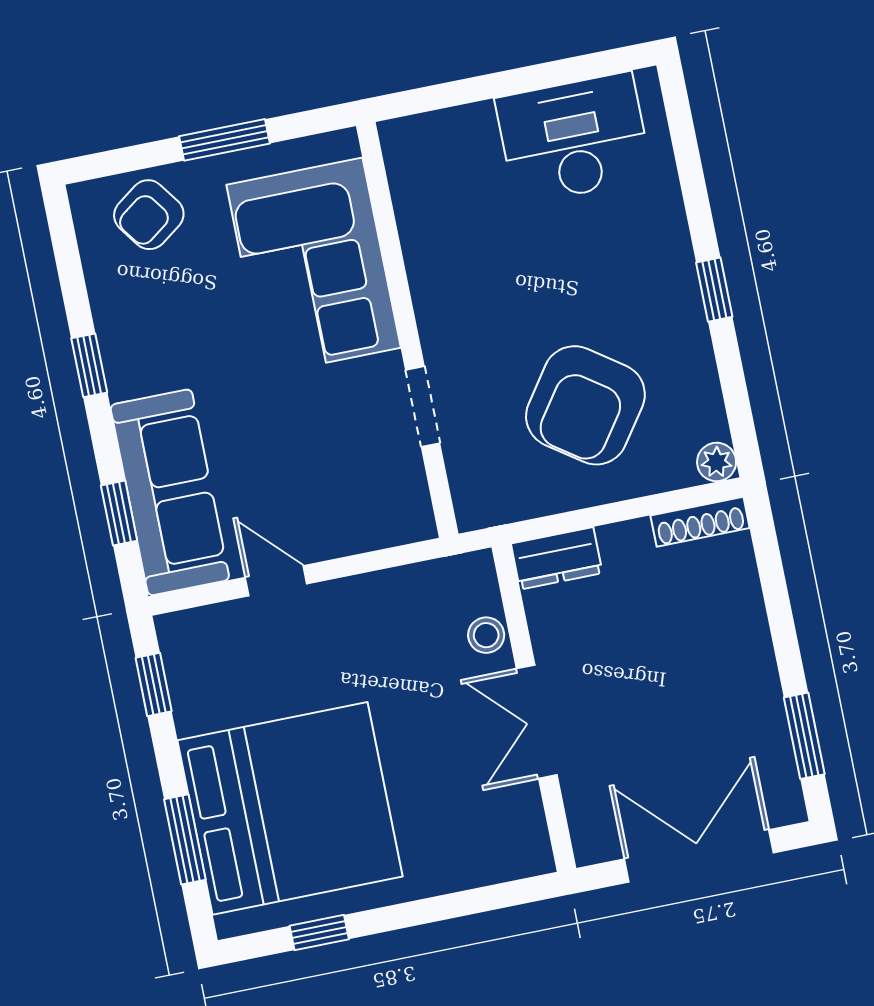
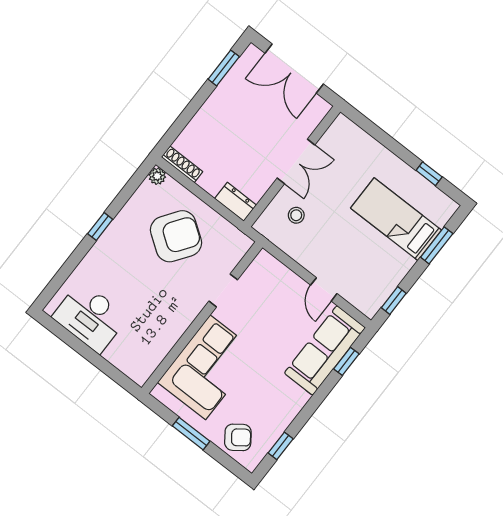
window: (89, 365) -> (281, 446), moved
stool: (486, 635) -> (296, 215), moved
bed: (290, 808) -> (396, 219), width x0.49

